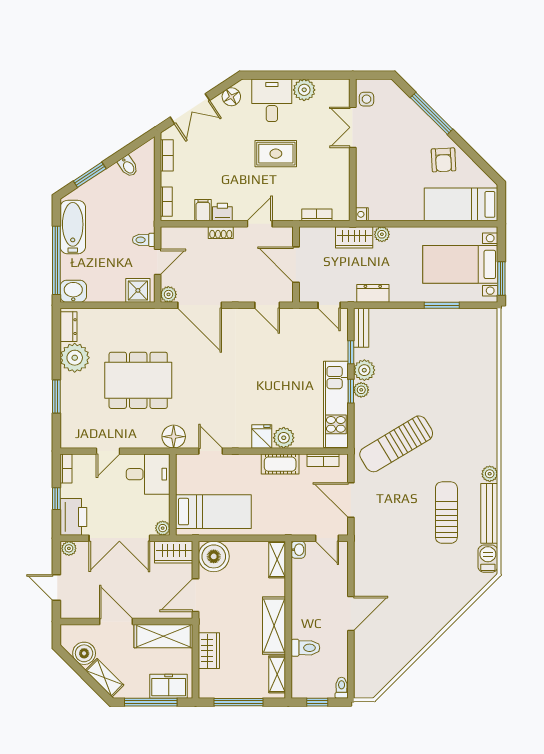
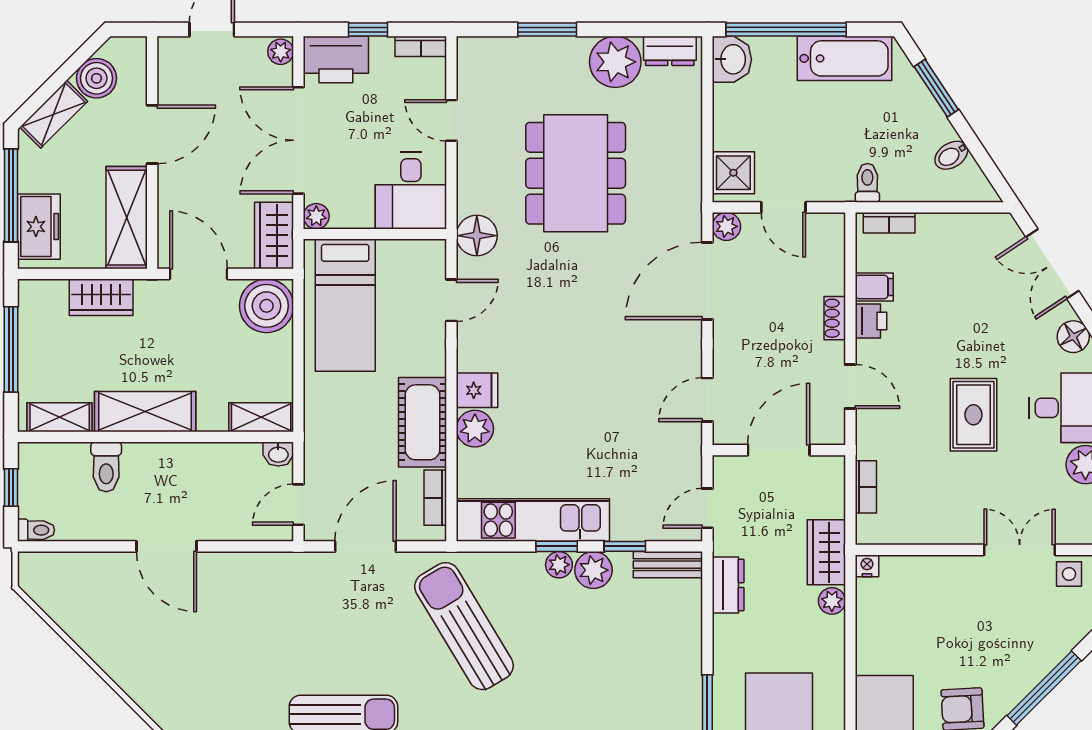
bookcase: (167, 155) -> (970, 223), removed
toilet: (144, 240) -> (867, 183), moved
cot: (280, 464) -> (423, 422), width x1.37, depth x1.34

